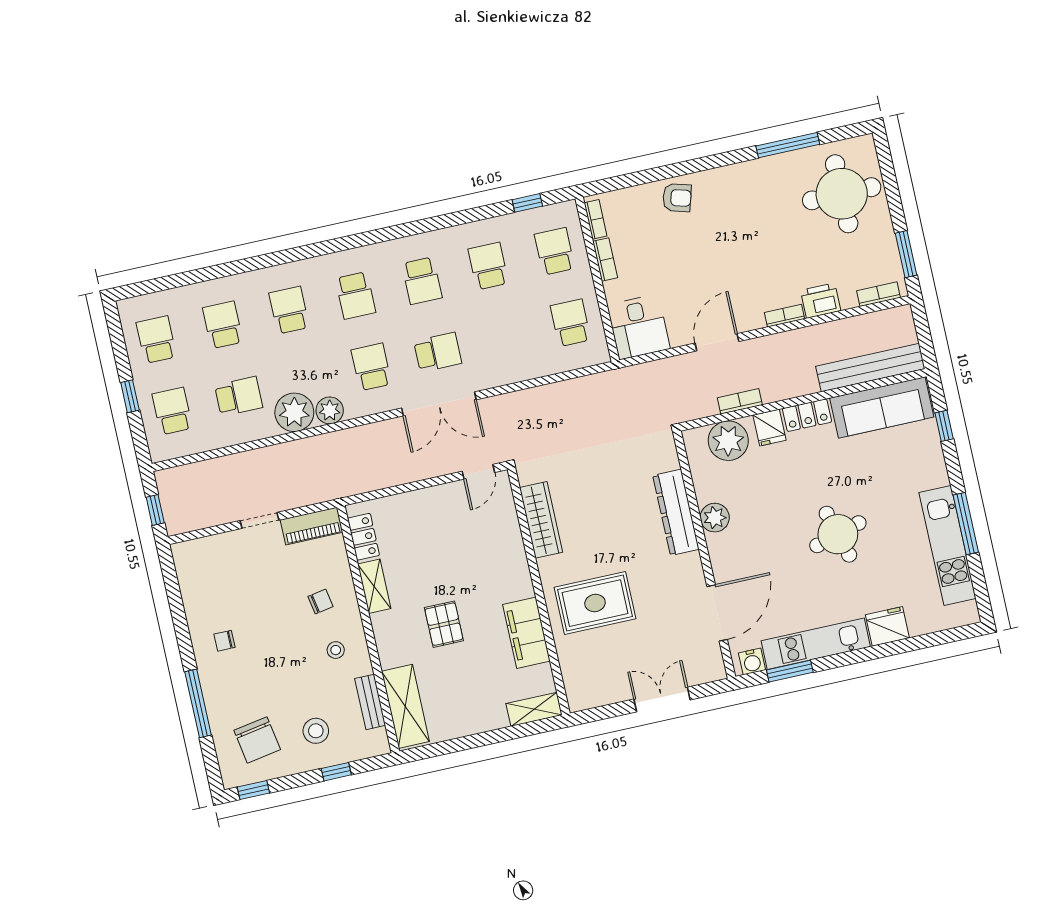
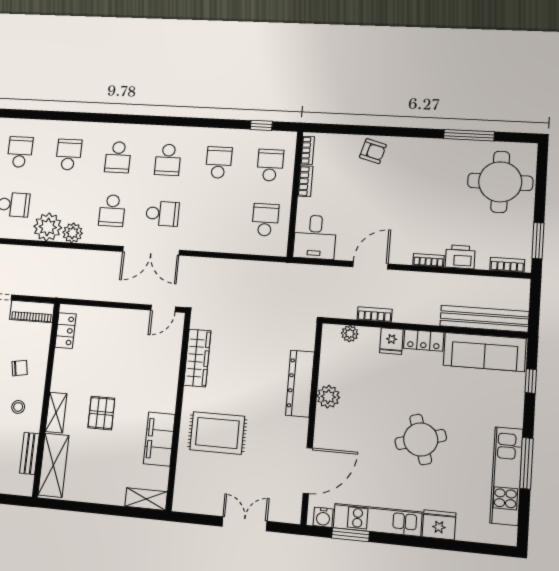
school desk: (371, 367) -> (112, 211), turned 180
plant: (728, 441) -> (350, 334), width x0.53, depth x0.53
shelving: (374, 586) -> (56, 413), moved

